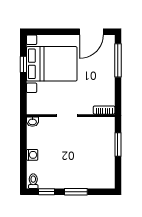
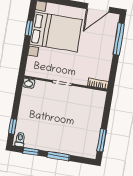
window: (118, 145) -> (102, 140), moved
washing machine: (32, 155) -> (23, 114), removed
window: (23, 169) -> (13, 126), added

